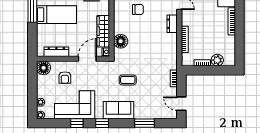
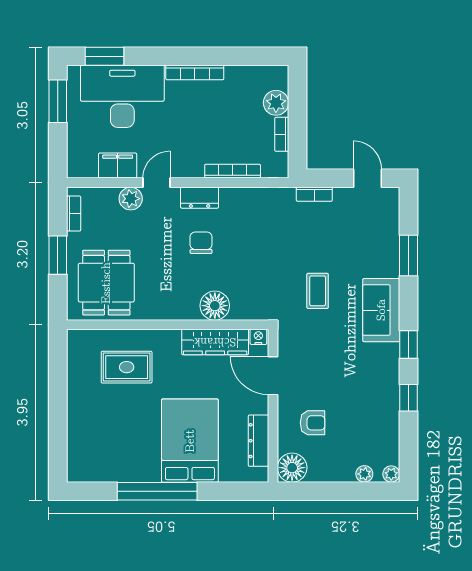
chair: (138, 10) -> (201, 243), moved
bed: (56, 15) -> (190, 441), width x1.50
floor lamp: (121, 41) -> (215, 306), moved
door: (181, 104) -> (367, 178), swing flipped
corner sofa: (75, 105) -> (370, 402), removed

